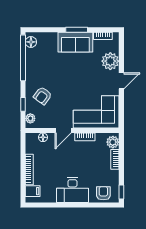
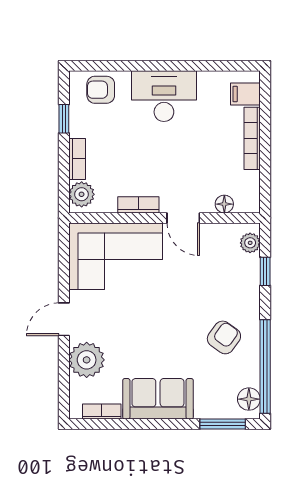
window: (77, 30) -> (223, 424), moved
armchair: (43, 96) -> (224, 337), moved
door: (63, 131) -> (183, 218), swing flipped
window: (121, 192) -> (64, 119), moved
armchair: (103, 193) -> (101, 90), turned 90

